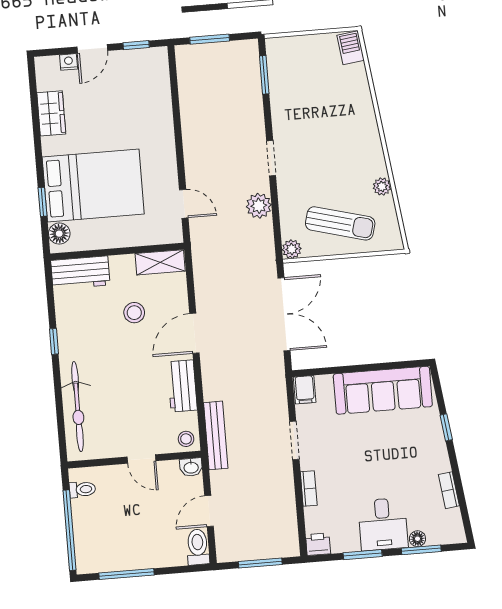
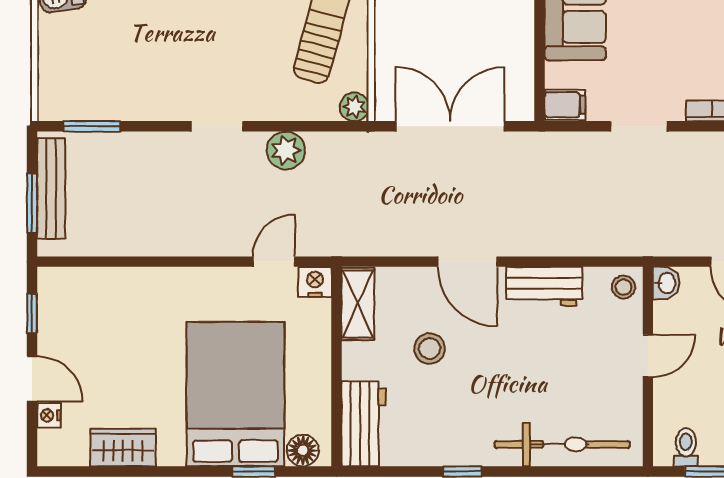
nightstand: (173, 232) -> (315, 282), added
bench: (216, 435) -> (51, 188), moved, turned 90

